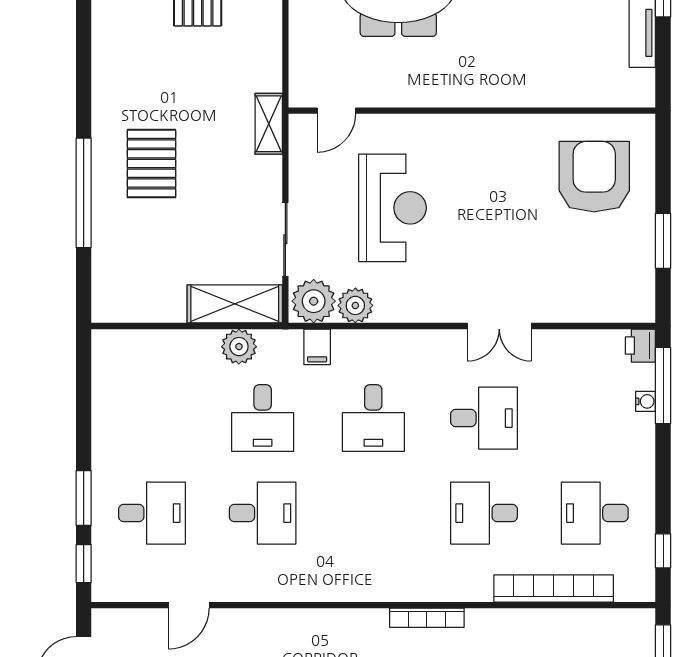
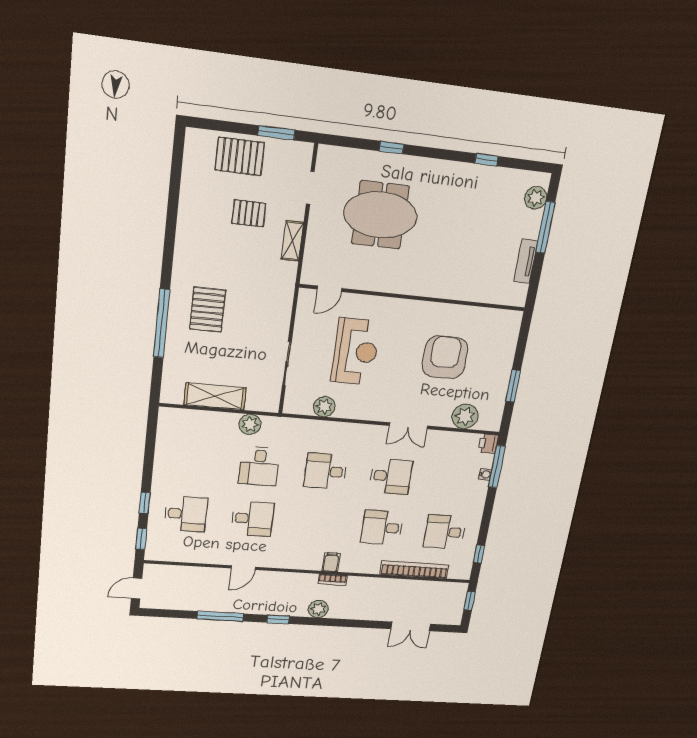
shelving: (269, 124) -> (292, 241), moved
armchair: (594, 177) -> (445, 357), moved
plant: (314, 301) -> (465, 416), moved
shelving: (235, 304) -> (215, 396), moved
filing cabinet: (317, 347) -> (331, 562), moved, turned 180
desk: (373, 418) -> (326, 471), turned 90
window: (84, 498) -> (145, 503), width x0.67
door: (189, 605) -> (243, 568), moved
bookcase: (427, 618) -> (333, 580), width x0.64

